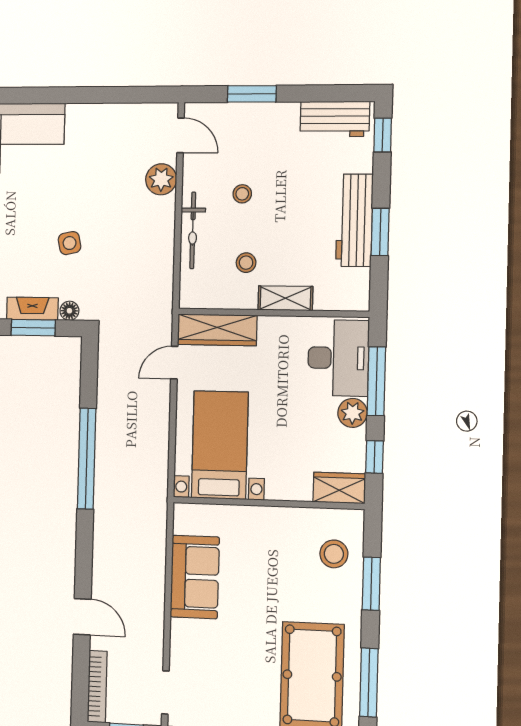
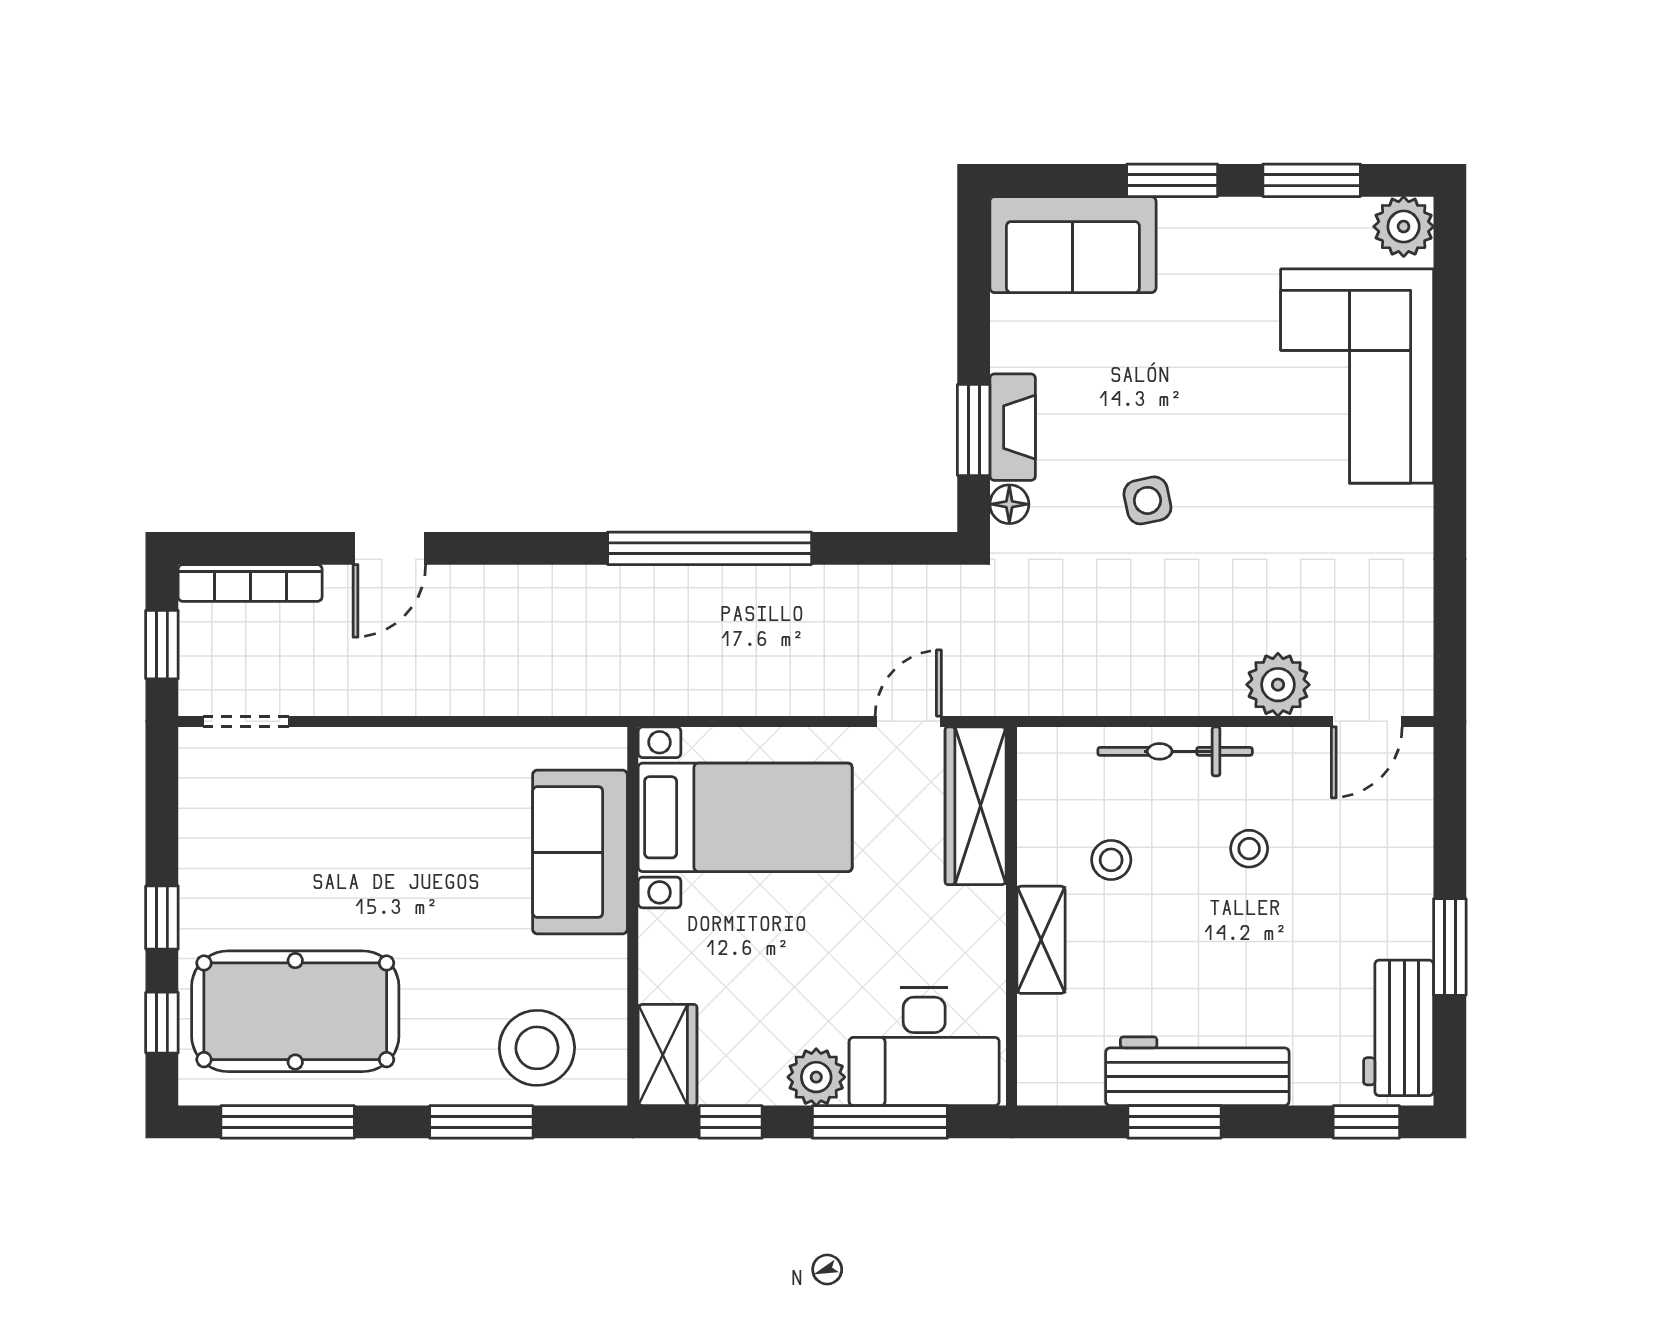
window: (252, 94) -> (1450, 947), moved
door: (174, 363) -> (908, 721), hinge flipped
stool: (334, 554) -> (537, 1048), width x1.38, depth x1.38
sofa: (195, 577) -> (580, 852), moved, turned 90

